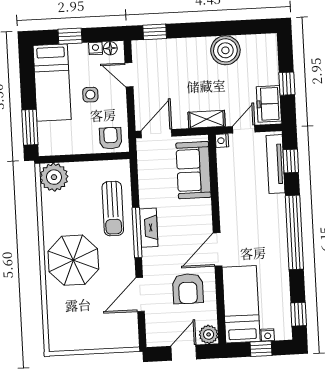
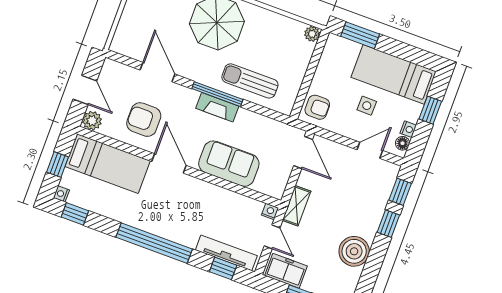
window: (188, 30) -> (388, 224), added
sofa: (193, 170) -> (229, 164), moved
plant: (54, 177) -> (312, 34), width x0.53, depth x0.53
nightstand: (268, 335) -> (61, 194), moved

